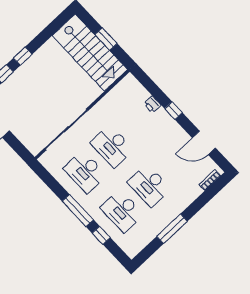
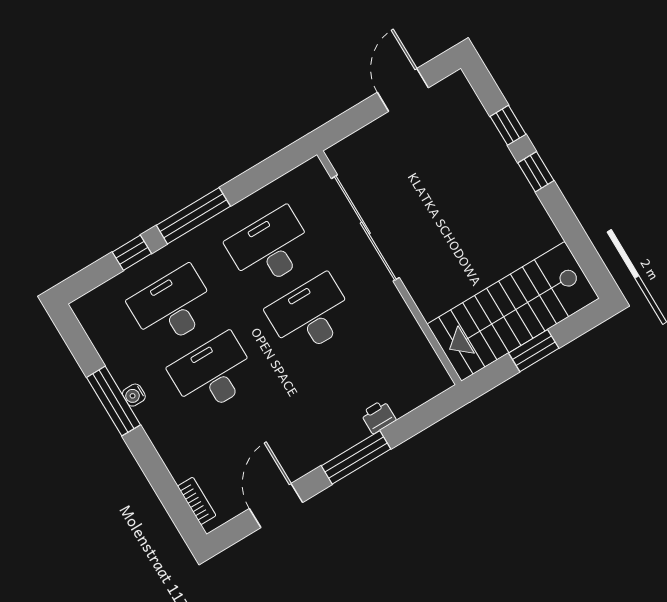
window: (174, 111) -> (356, 457), width x2.17
water cooler: (167, 220) -> (134, 395), added

